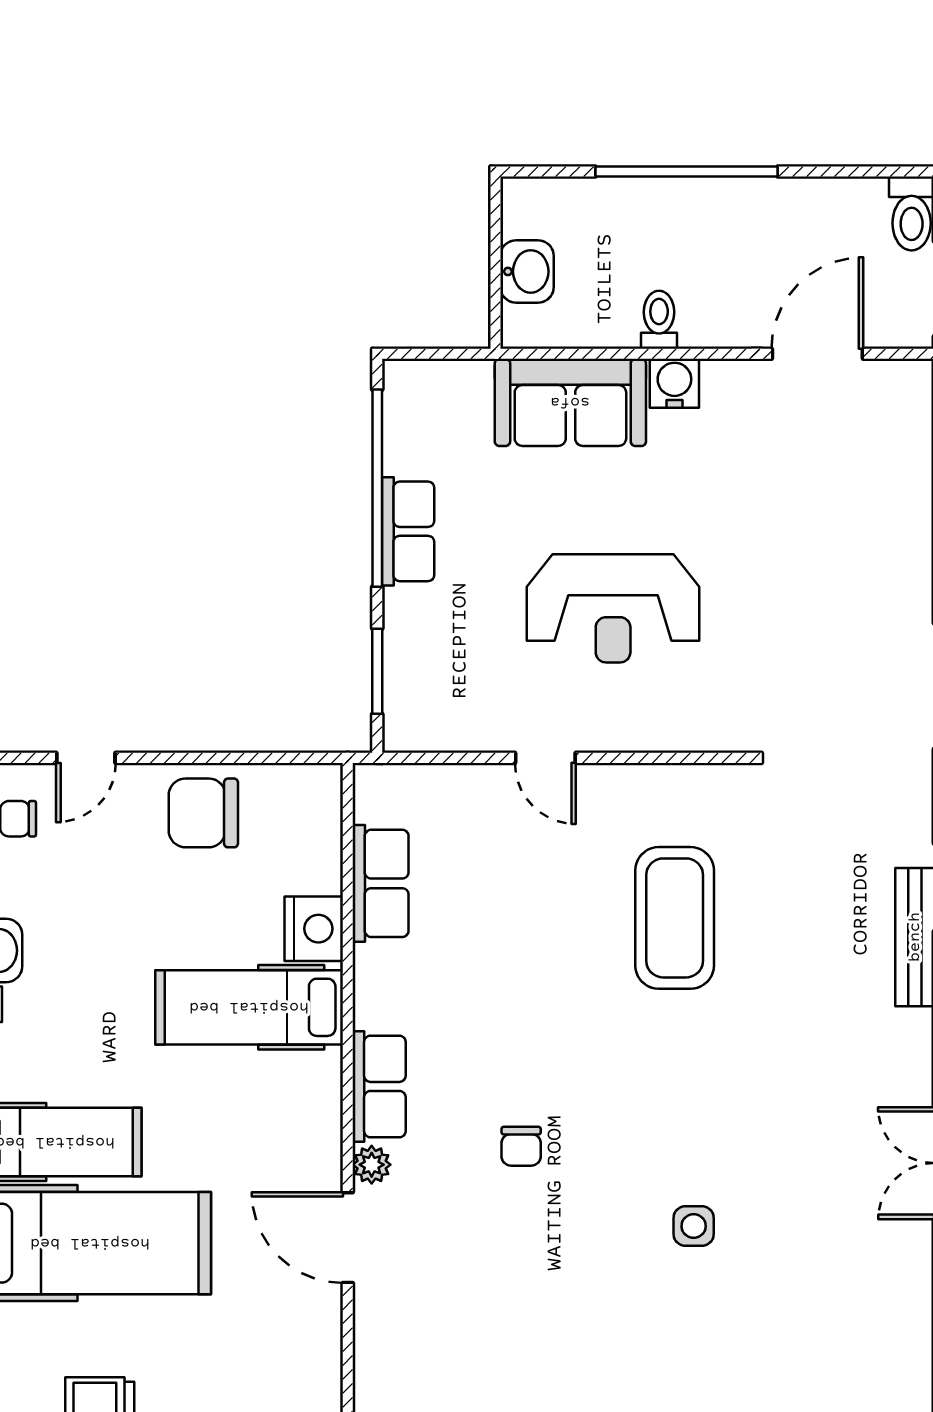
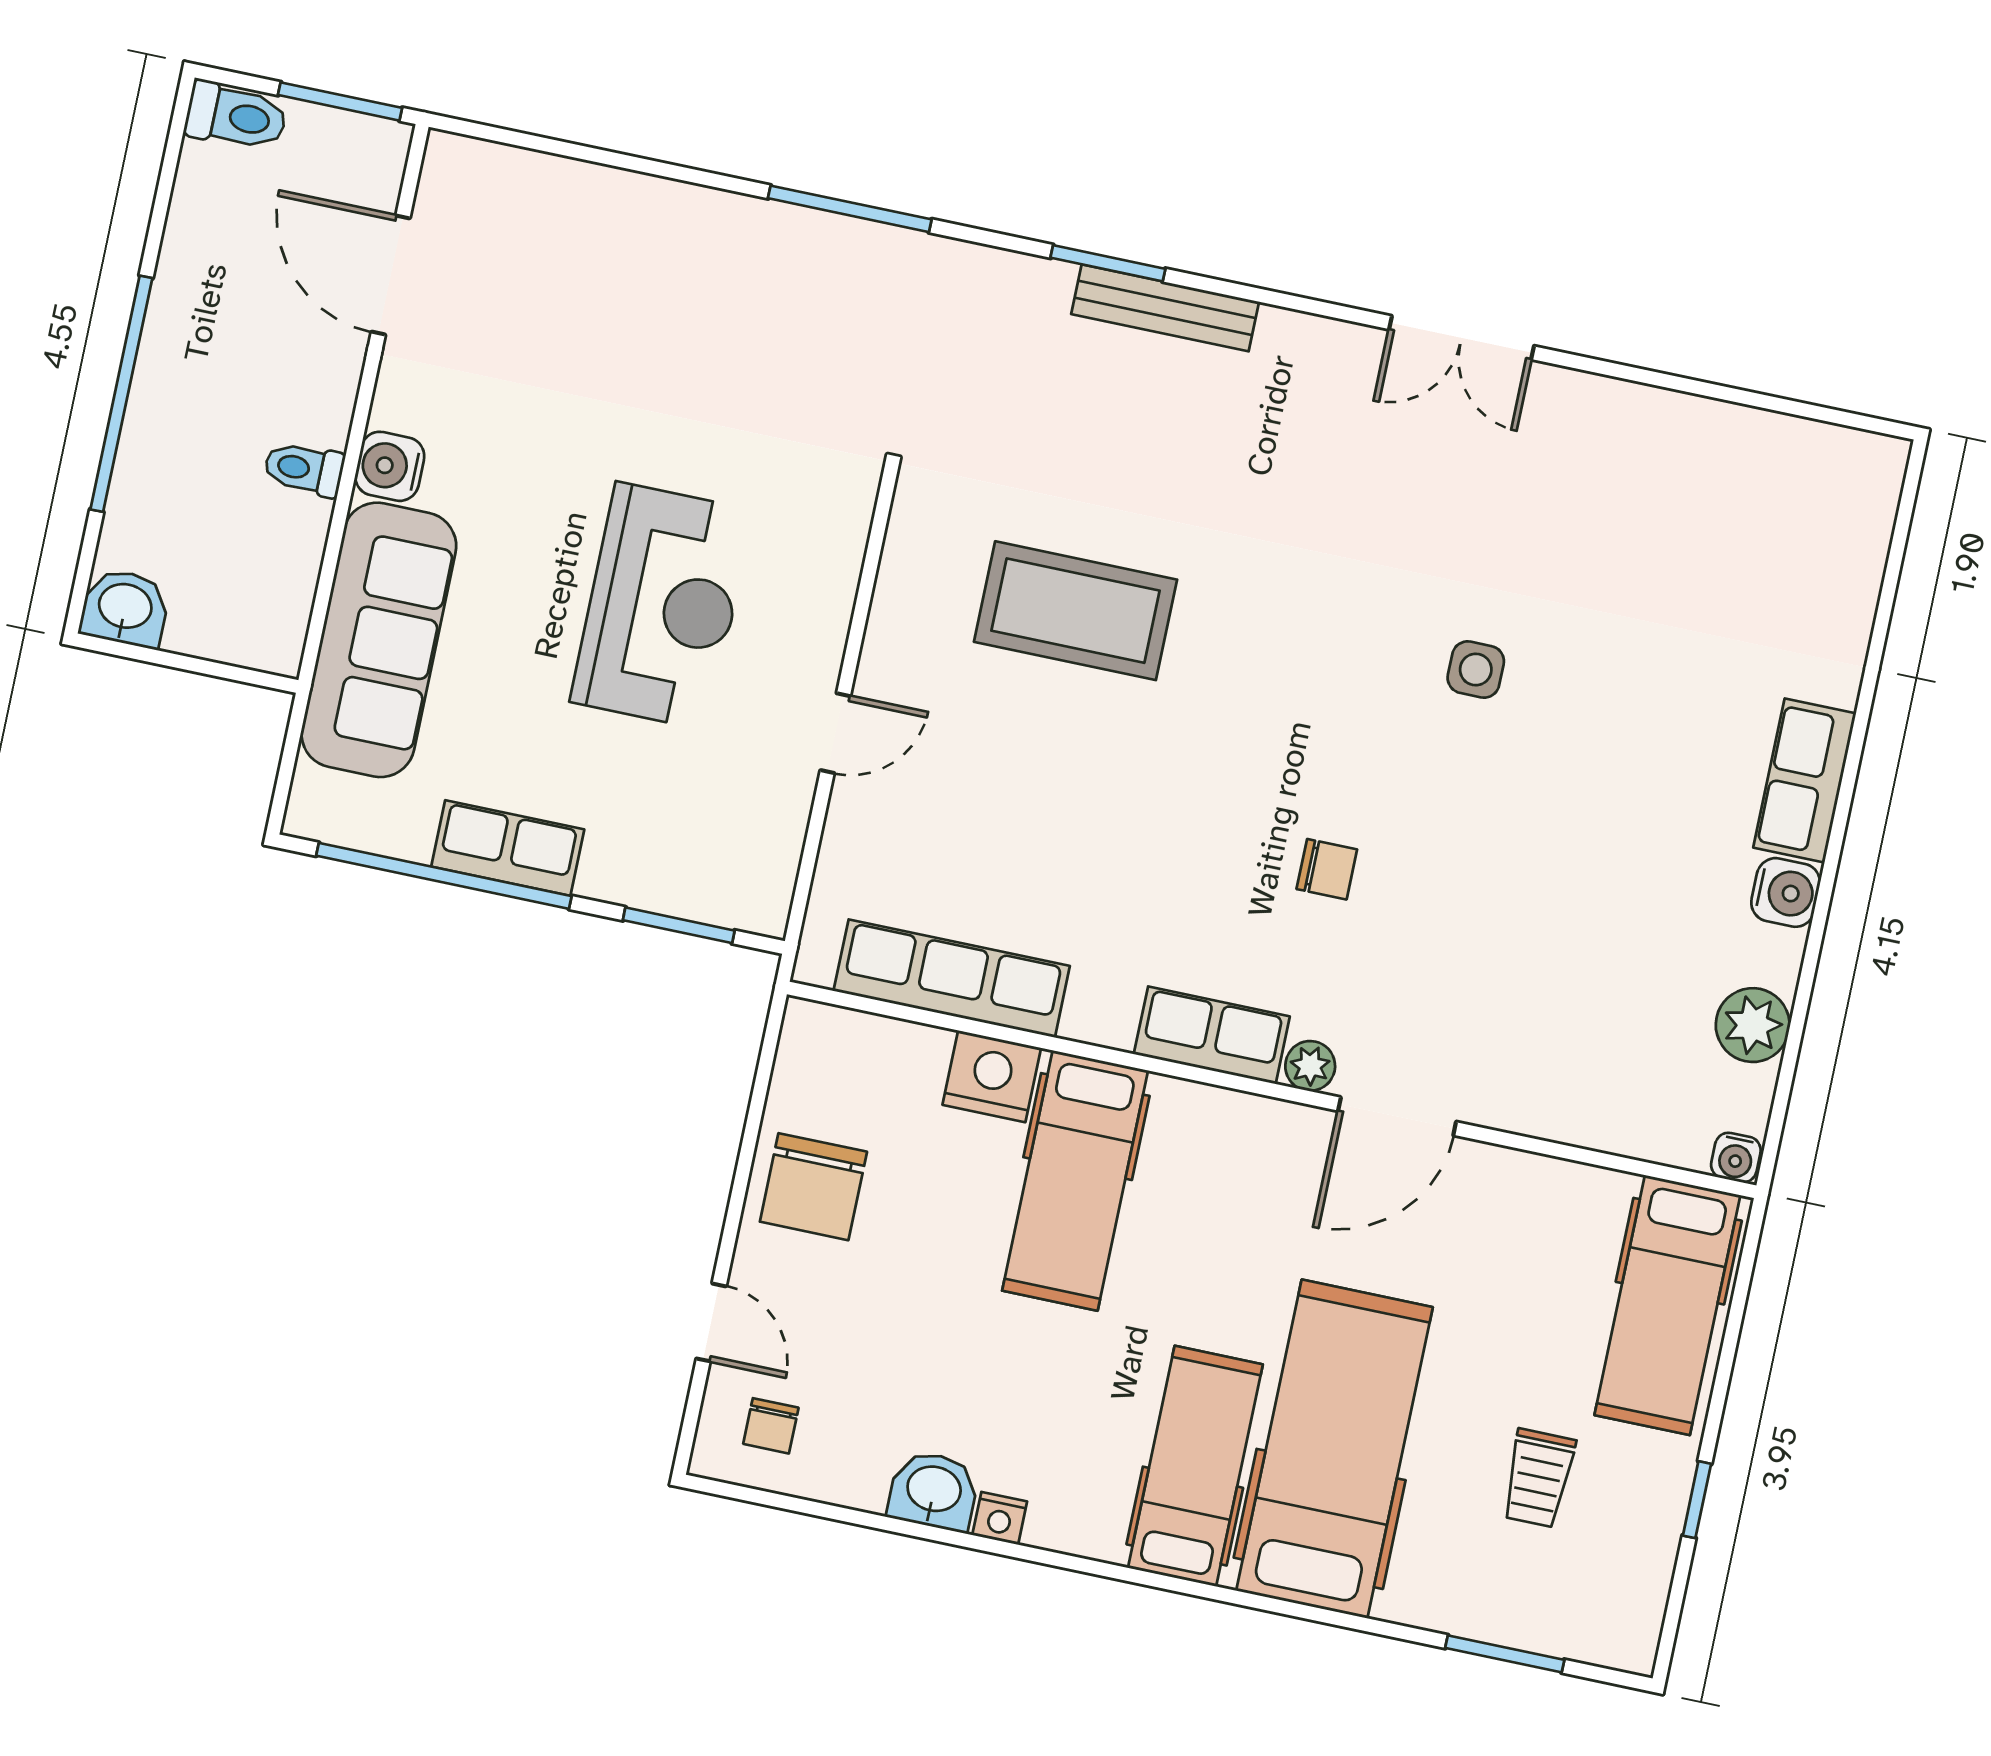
washbasin: (527, 271) -> (125, 608), moved
sofa: (570, 402) -> (379, 640), width x1.36
row of seats: (381, 883) -> (952, 978), width x1.48

